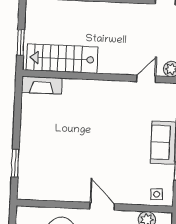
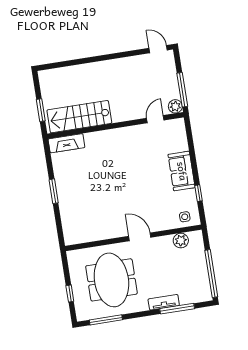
window: (15, 163) -> (54, 191), moved

